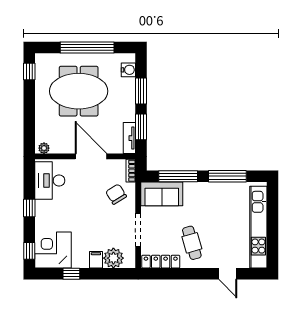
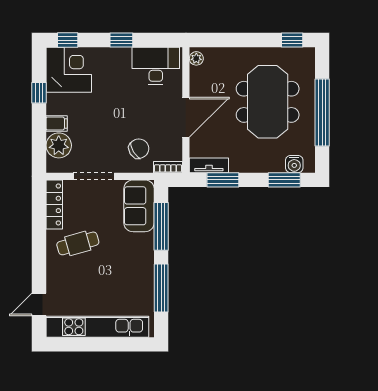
window: (141, 91) -> (284, 180), moved
door: (228, 274) -> (39, 304), moved

